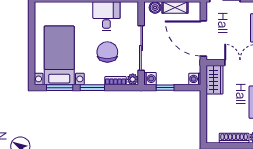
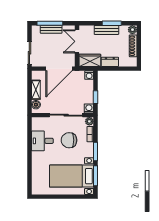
dresser: (213, 107) -> (110, 62), added

